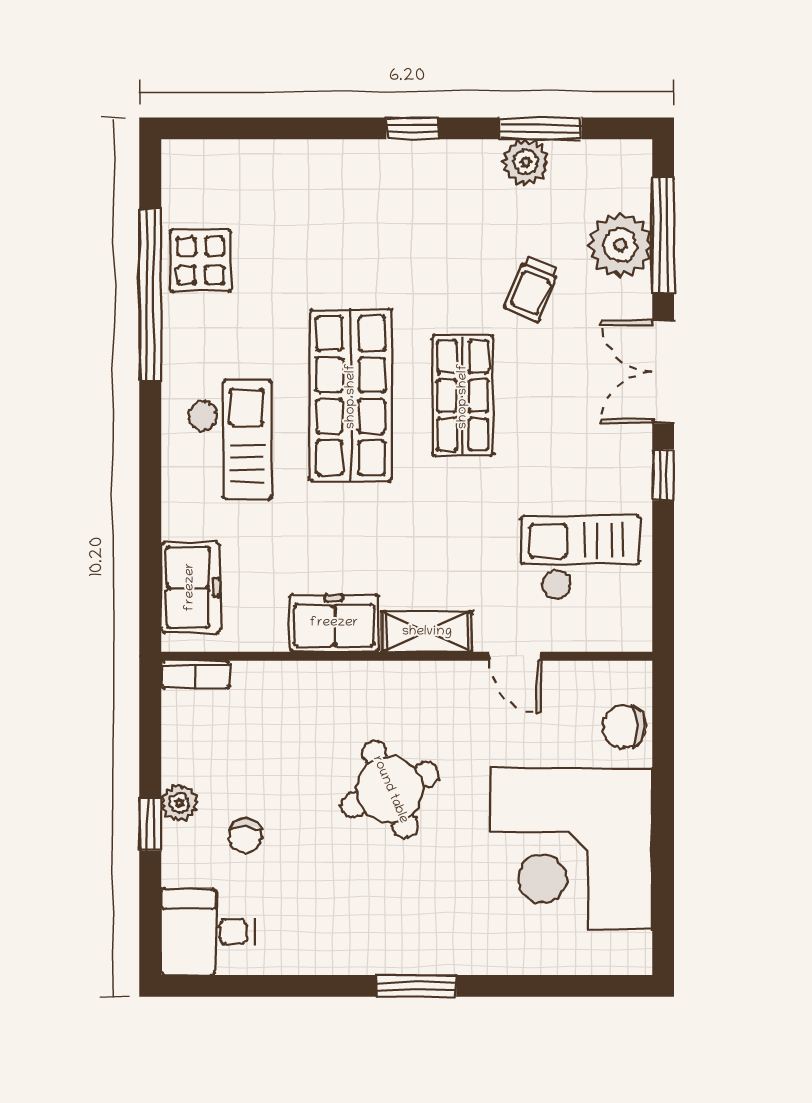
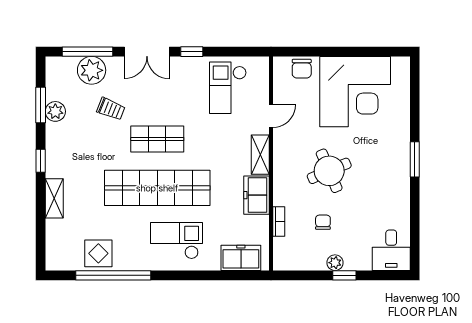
shelving: (327, 160) -> (54, 198), added
shop shelf: (351, 396) -> (157, 188), width x1.40
bookcase: (195, 674) -> (279, 221), moved
chair: (245, 836) -> (323, 222), moved, turned -90

